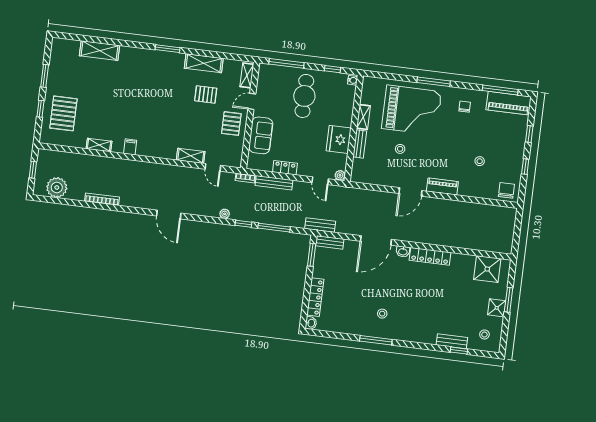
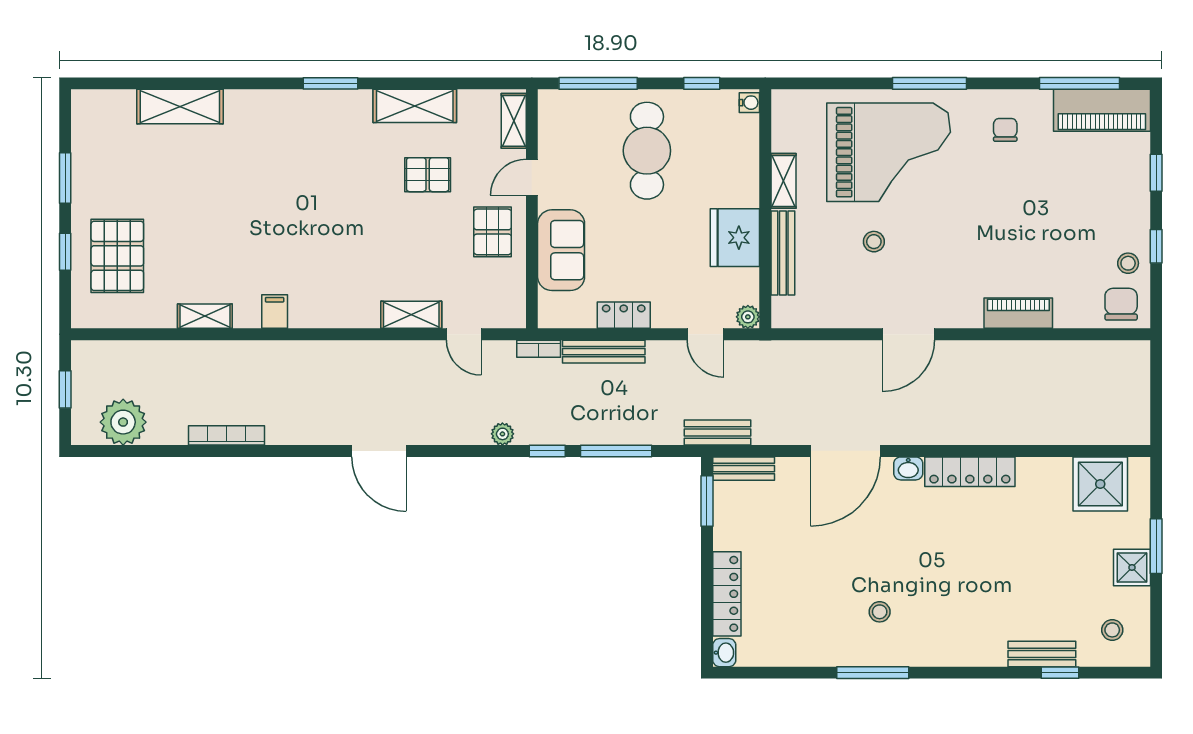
bench: (360, 144) -> (783, 253), width x1.36
stool: (480, 161) -> (1128, 263), moved
piano: (442, 186) -> (1018, 313), moved

